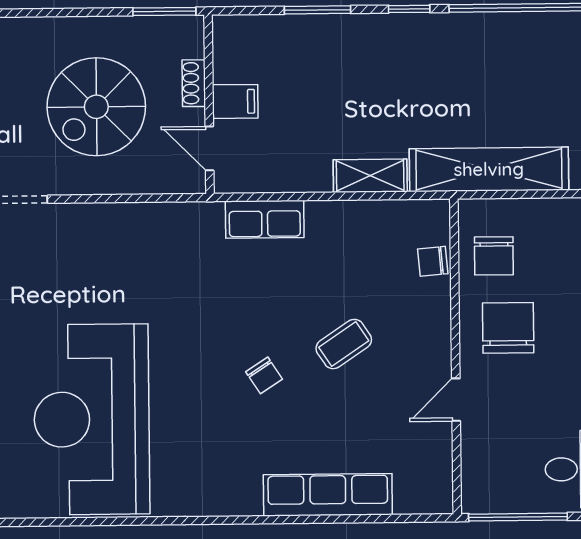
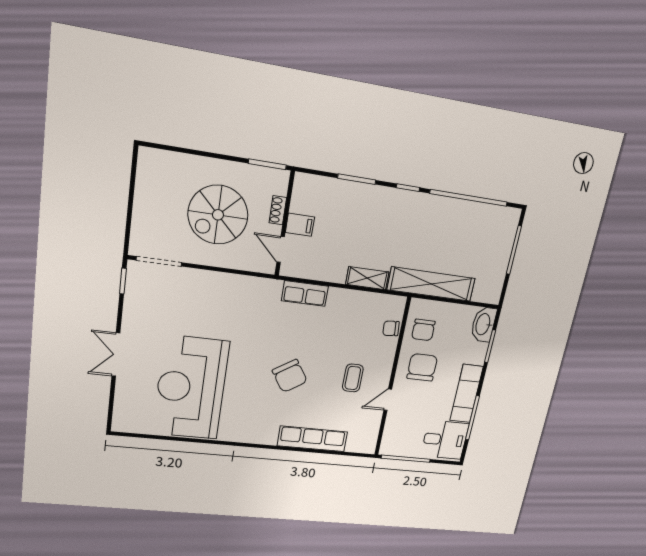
coffee table: (344, 344) -> (353, 378), moved, turned -56
chair: (264, 375) -> (290, 376), width x1.87, depth x1.87

